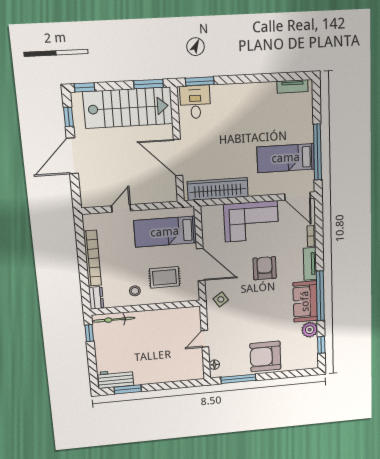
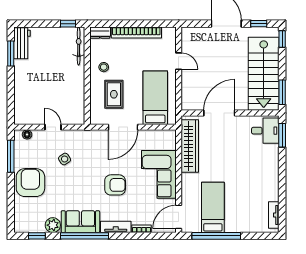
side table: (221, 299) -> (65, 159), moved

